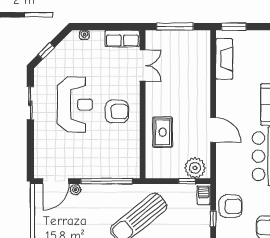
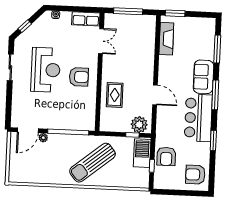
barbecue: (204, 195) -> (142, 153), width x1.88, depth x1.53
armchair: (231, 206) -> (166, 156), turned 90

